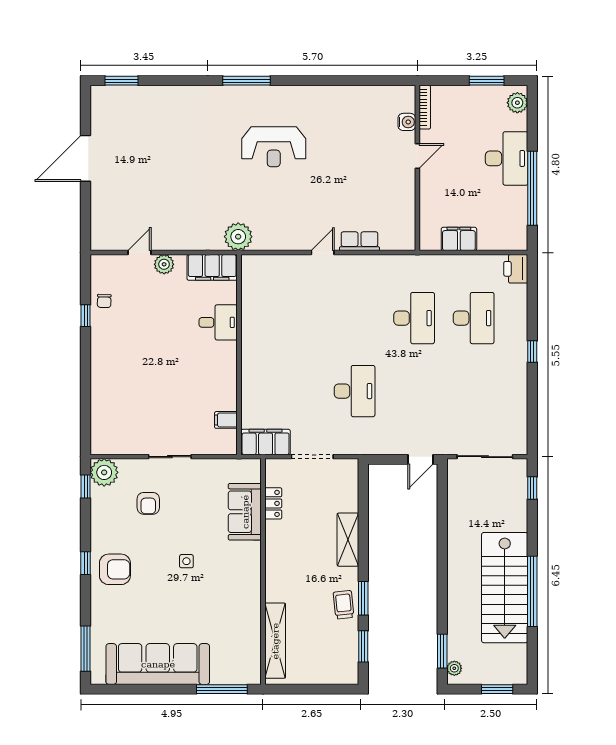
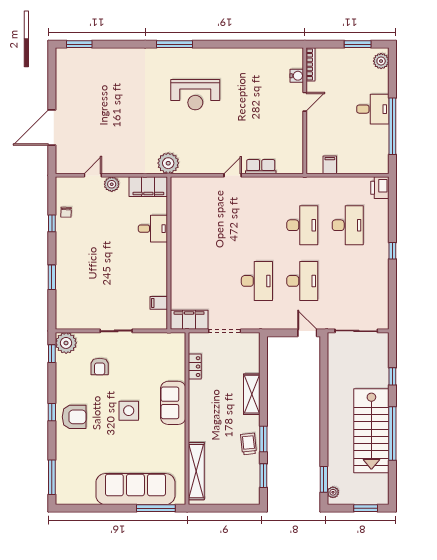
door: (86, 158) -> (52, 127), moved
desk: (507, 158) -> (373, 109), width x0.73
filing cabinet: (459, 239) -> (330, 165), width x0.50
window: (86, 386) -> (52, 277), added
desk: (414, 391) -> (302, 281), added
door: (420, 459) -> (307, 333), swing flipped
window: (532, 488) -> (392, 376), moved
sofa: (245, 512) -> (173, 403), moved
side table: (186, 561) -> (129, 411), width x1.87, depth x1.87
sofa: (158, 664) -> (135, 489), moved

